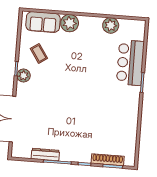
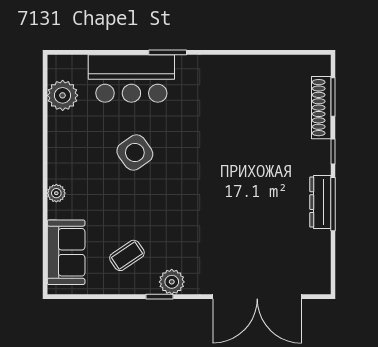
plant: (70, 23) -> (56, 193), width x0.53, depth x0.53
plant: (111, 25) -> (63, 95), moved
side table: (92, 62) -> (135, 152), added
dresser: (45, 155) -> (320, 202), moved

